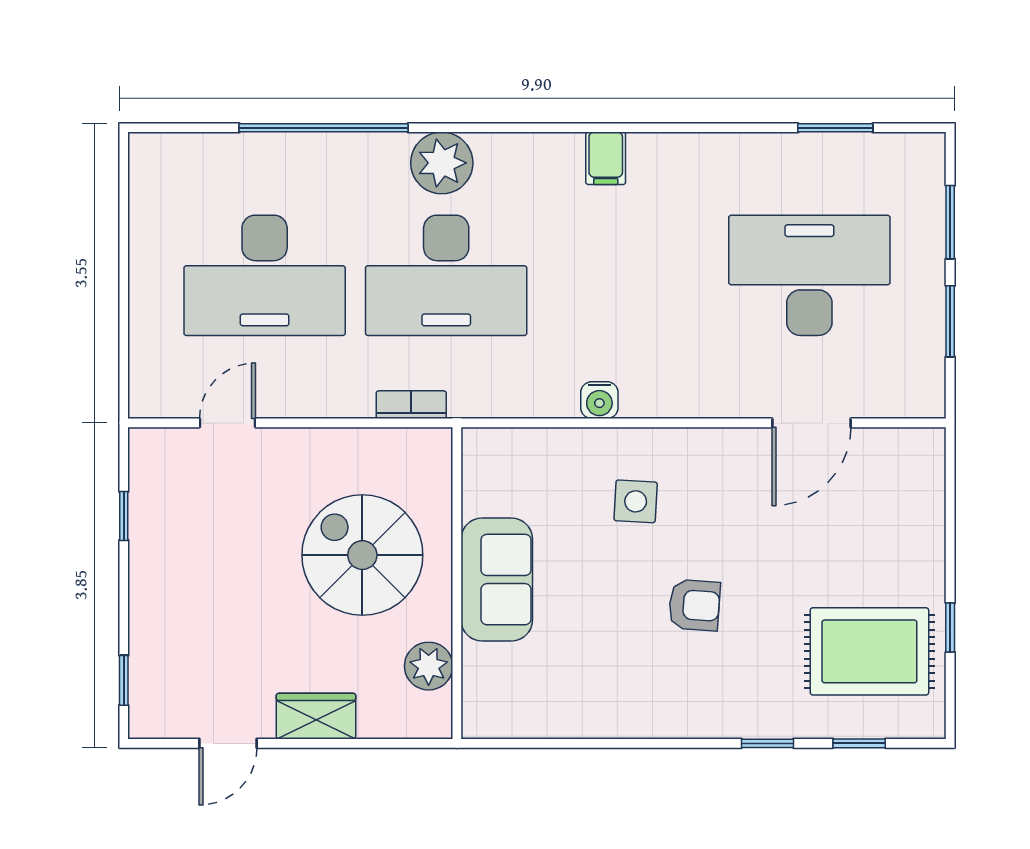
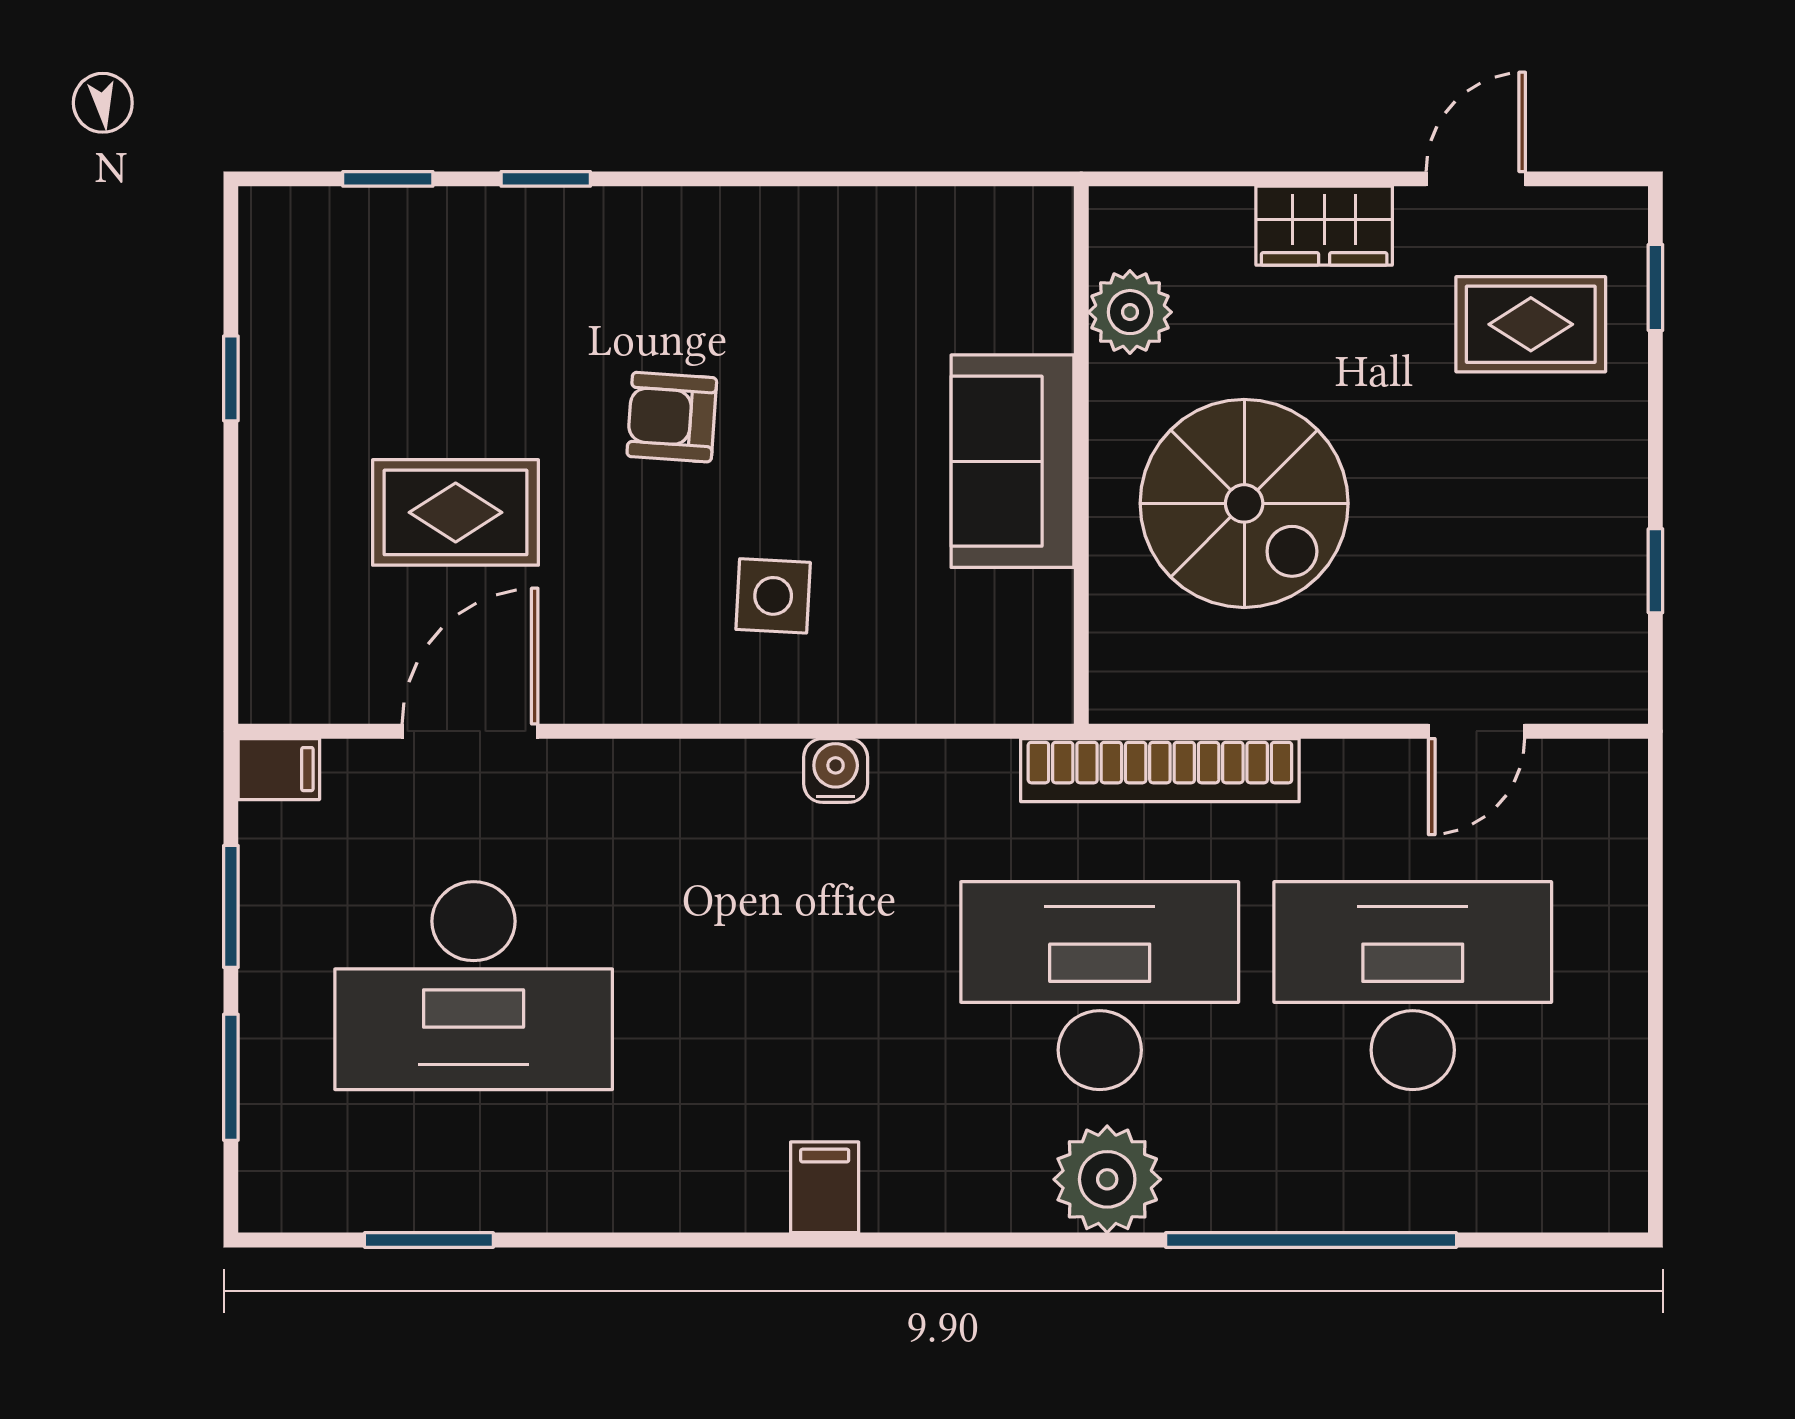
filing cabinet: (922, 401) -> (279, 769), added
bookcase: (411, 405) -> (1160, 770), width x2.31, depth x1.31
rug: (869, 651) -> (456, 512), moved, width x0.73, depth x0.70
rug: (196, 659) -> (1531, 324), added

